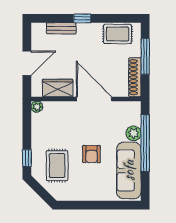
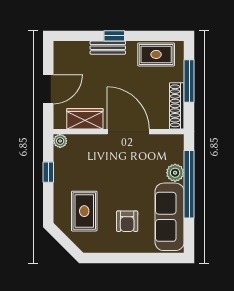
bench: (61, 28) -> (108, 48), moved
armchair: (91, 154) -> (127, 221), moved
window: (27, 158) -> (48, 172), moved

